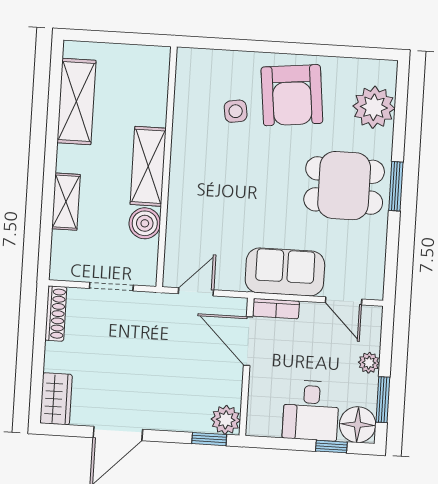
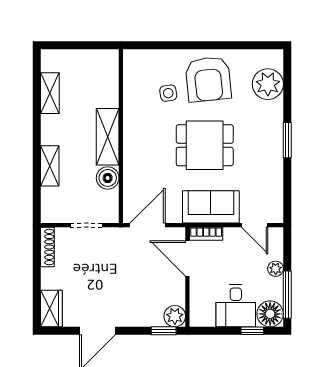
shelving: (76, 101) -> (50, 93), width x0.67, depth x0.75
dining table: (344, 186) -> (205, 145), moved
door: (196, 292) -> (148, 225), width x1.38
window: (383, 400) -> (287, 295), width x1.44

